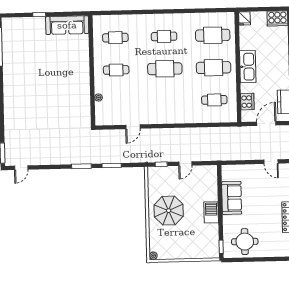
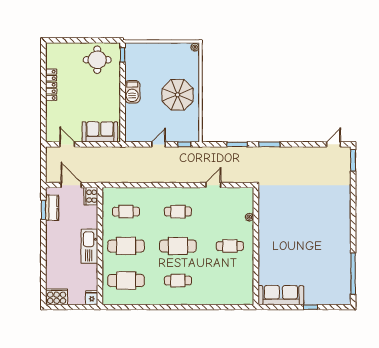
cafe table: (115, 38) -> (178, 212), moved
cooker: (247, 102) -> (91, 196), moved
door: (266, 124) -> (71, 185), swing flipped
sofa: (232, 198) -> (100, 132), moved, turned 90

